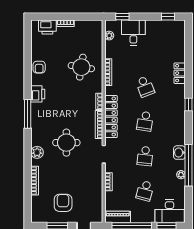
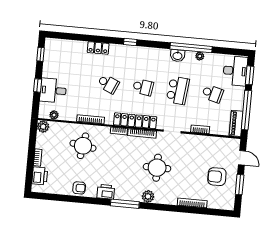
window: (122, 17) -> (38, 85), moved
plant: (97, 26) -> (43, 127), added
school desk: (145, 86) -> (108, 84), turned 45
plant: (37, 152) -> (148, 196), moved
school desk: (145, 156) -> (178, 90), width x1.85

